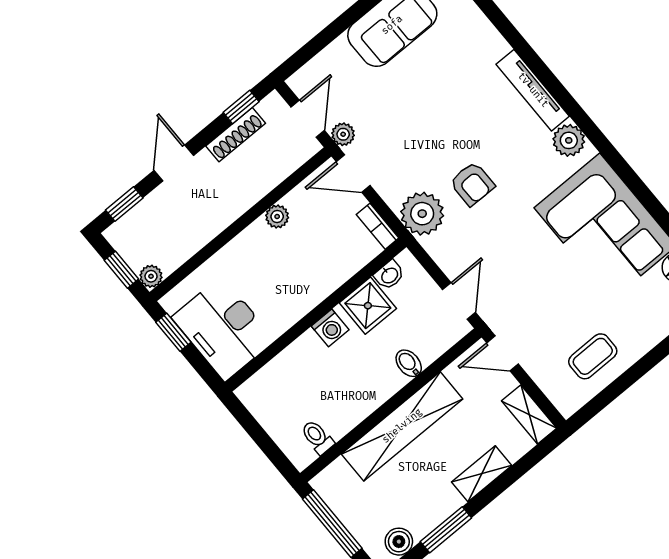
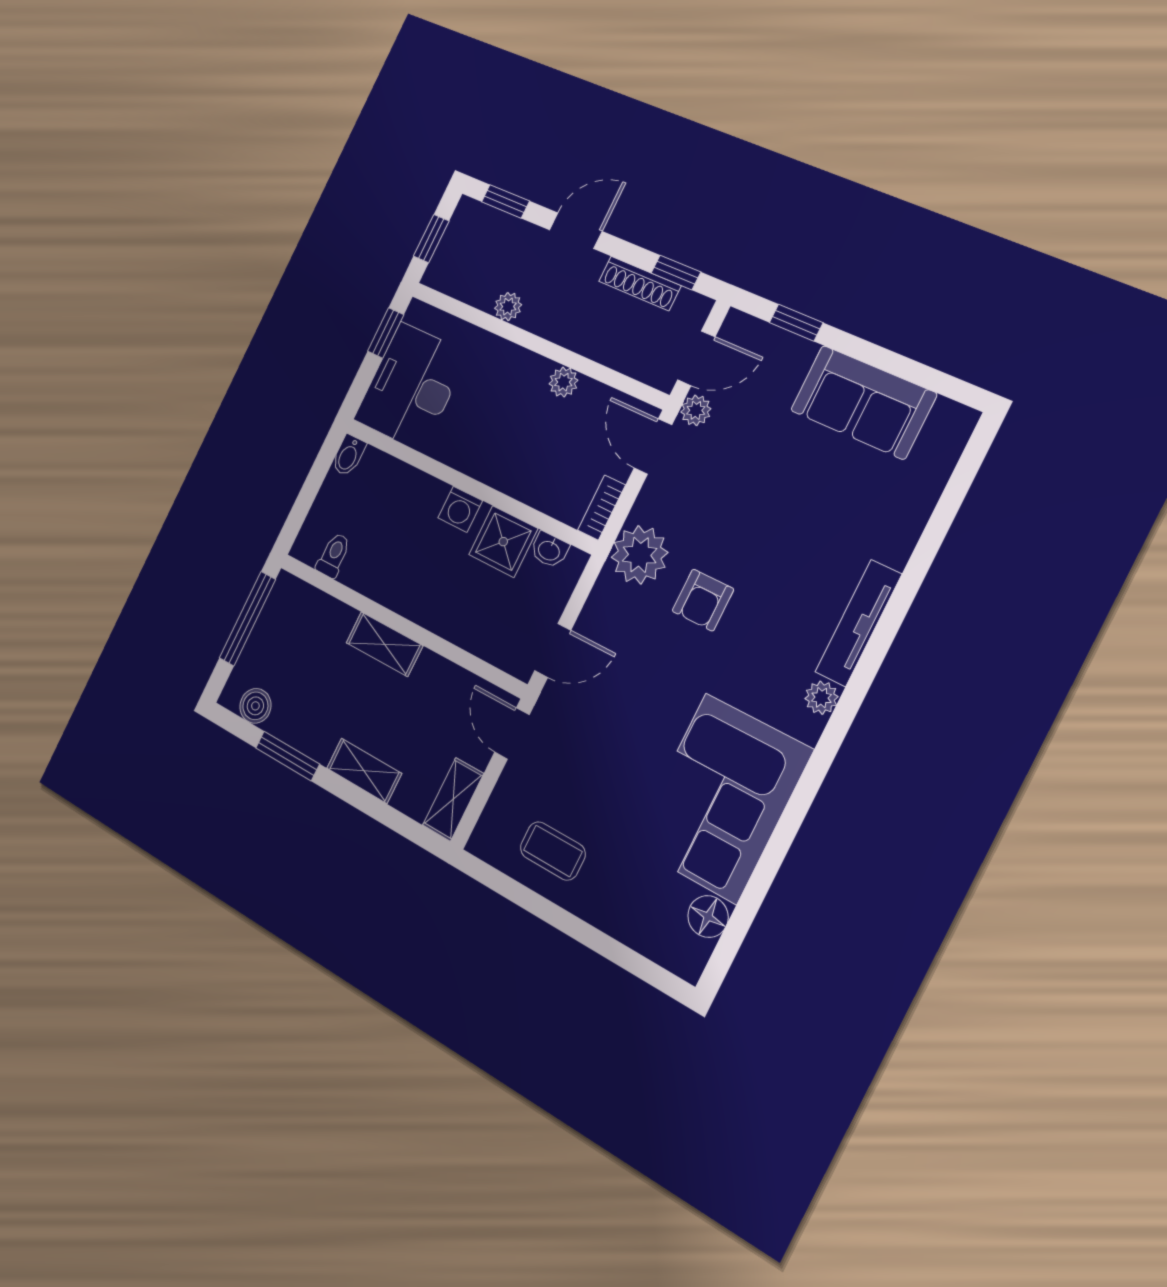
window: (318, 43) -> (796, 323), added
plant: (569, 140) -> (821, 698), width x0.73, depth x0.73
plant: (151, 276) -> (508, 307), moved
bidet: (409, 363) -> (349, 455), moved, turned 180
shelving: (402, 426) -> (384, 644), width x0.45, depth x0.75

